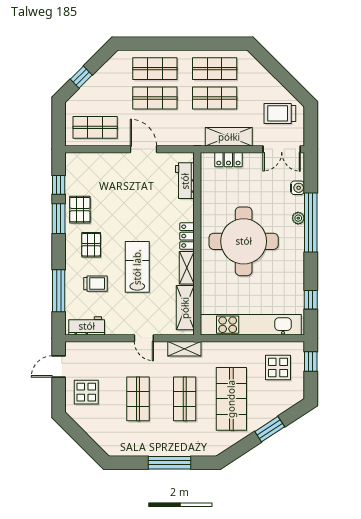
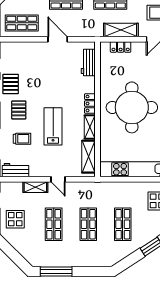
shelving: (184, 349) -> (35, 187), moved
shop shelf: (231, 399) -> (123, 224), width x0.70, depth x0.74
window: (170, 463) -> (56, 271), moved

